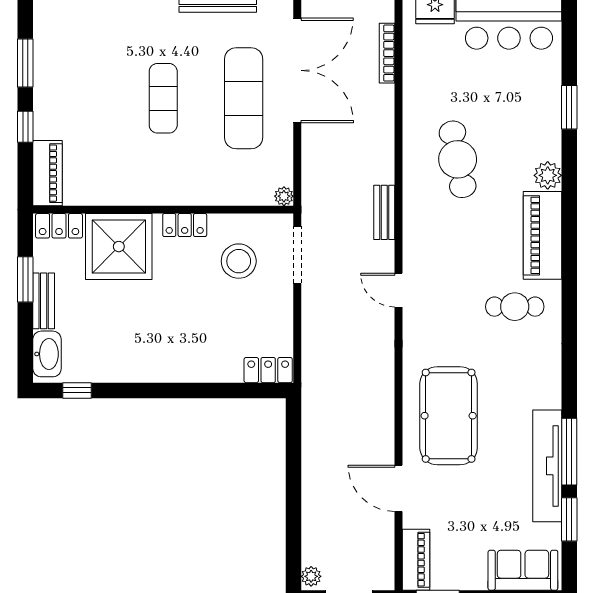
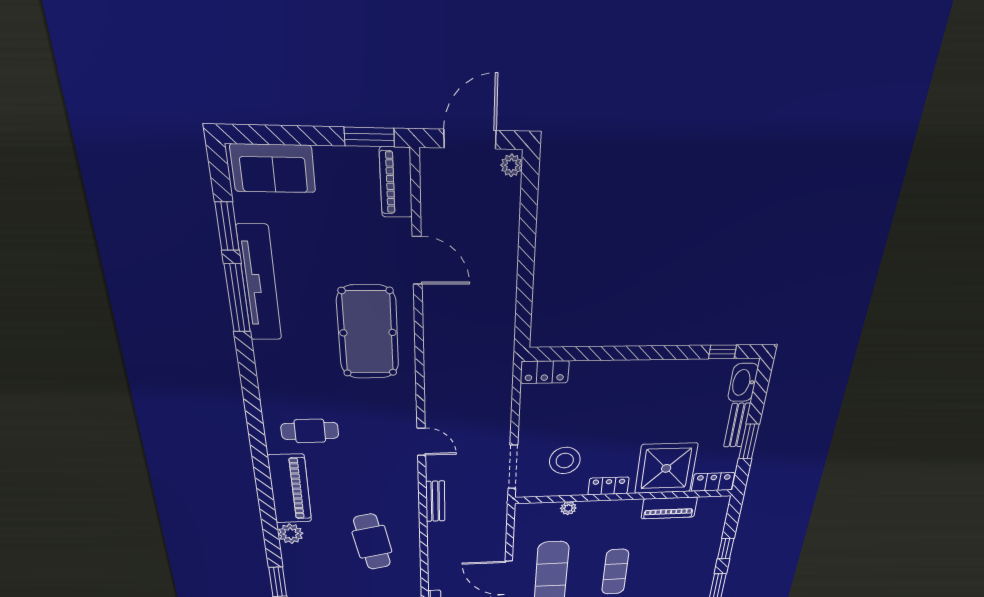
piano: (48, 173) -> (669, 508), moved, turned -90
plant: (284, 196) -> (568, 508), moved

